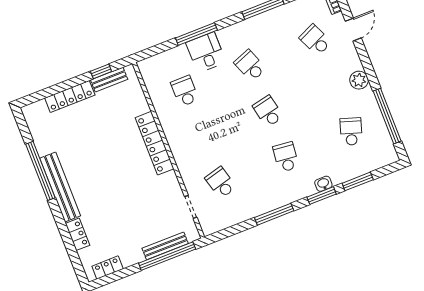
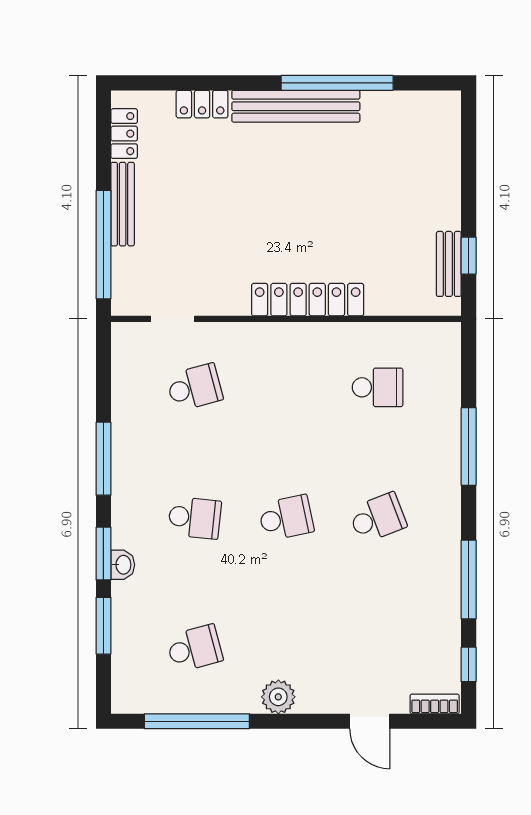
school desk: (315, 40) -> (378, 648), removed
desk: (206, 52) -> (430, 450), removed
locker: (70, 96) -> (446, 184), removed
school desk: (351, 131) -> (195, 648), turned -33
bench: (165, 246) -> (123, 204), moved

